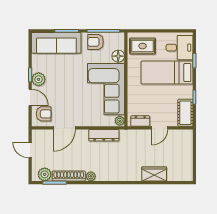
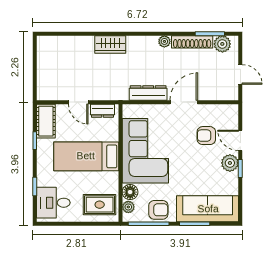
bed: (167, 73) -> (86, 156), moved, turned 180
armchair: (44, 114) -> (206, 136), moved
plant: (120, 121) -> (128, 207), moved
door: (64, 128) -> (184, 102), moved
door: (160, 128) -> (78, 102), swing flipped
wardrobe: (154, 174) -> (110, 44), moved

